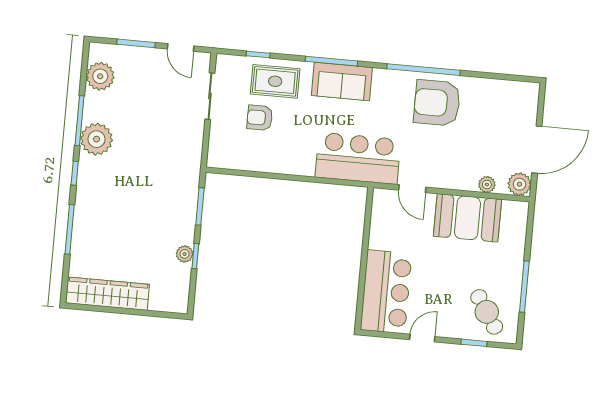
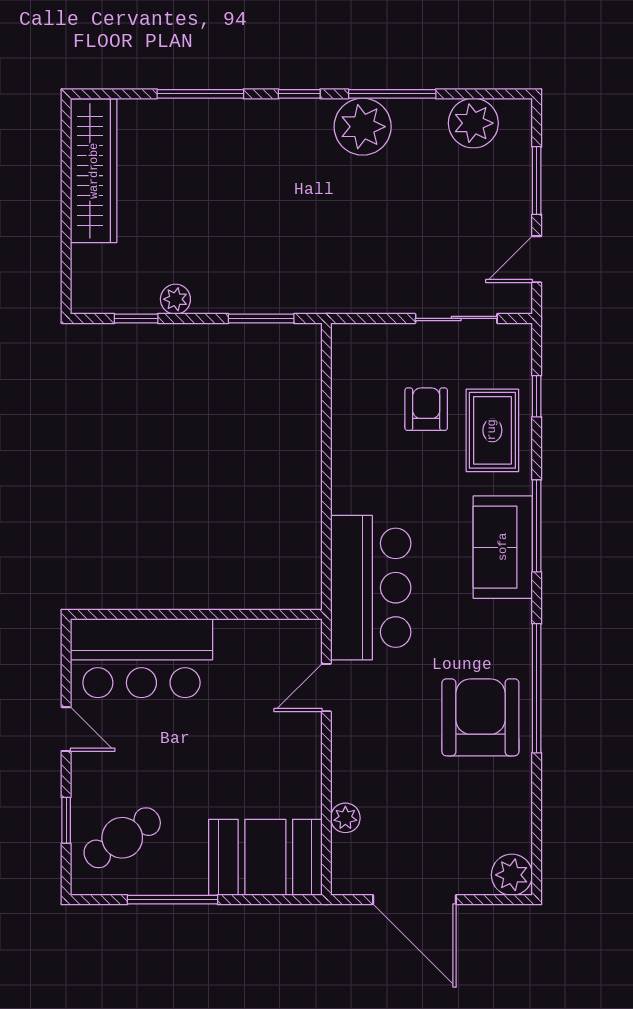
plant: (519, 184) -> (512, 875), moved
booth: (467, 218) -> (265, 857), moved, turned 90
window: (195, 256) -> (136, 318), moved

